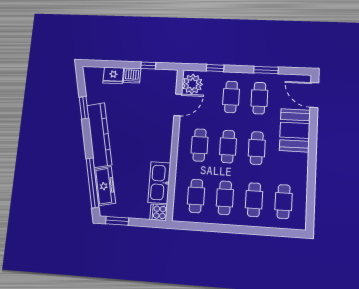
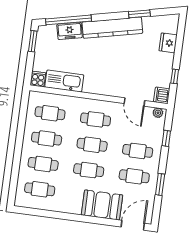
dishwasher: (132, 75) -> (162, 95), moved
plant: (192, 84) -> (158, 113), width x0.53, depth x0.53
freezer: (105, 186) -> (70, 31), width x0.71

